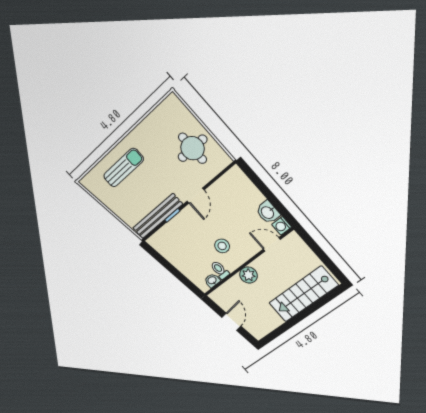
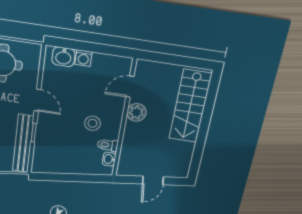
washbasin: (268, 212) -> (63, 57), moved
washing machine: (282, 226) -> (83, 58), moved
plant: (249, 275) -> (136, 112), moved
door: (231, 322) -> (153, 180), swing flipped

